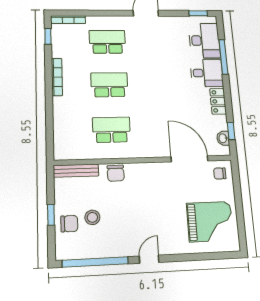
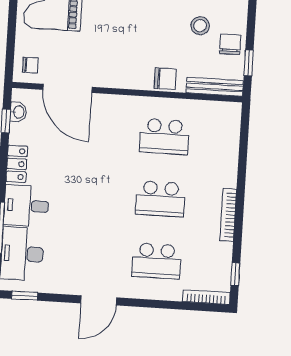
chair: (116, 173) -> (165, 79), turned 91
window: (51, 215) -> (249, 63), moved
chair: (69, 224) -> (230, 44), moved, turned 90

